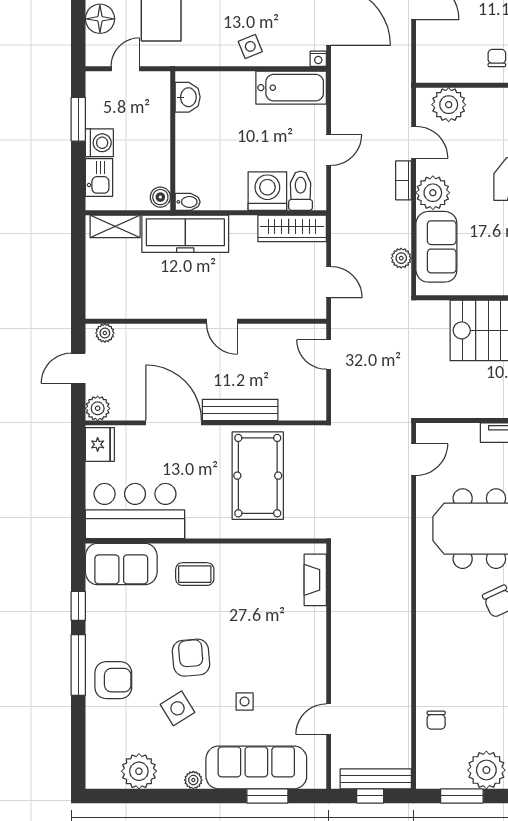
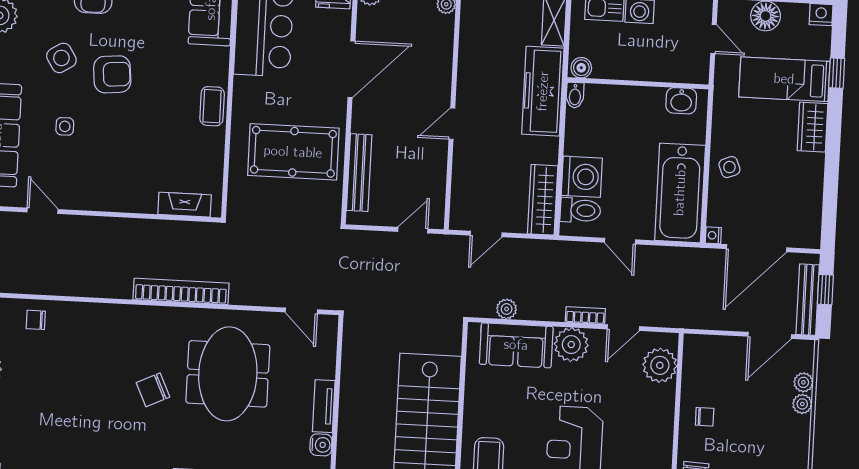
bathtub: (291, 88) -> (680, 193), width x1.36, depth x1.36
bench: (240, 410) -> (359, 173), moved
coffee table: (195, 574) -> (212, 106), moved
bookcase: (401, 579) -> (181, 291), added

